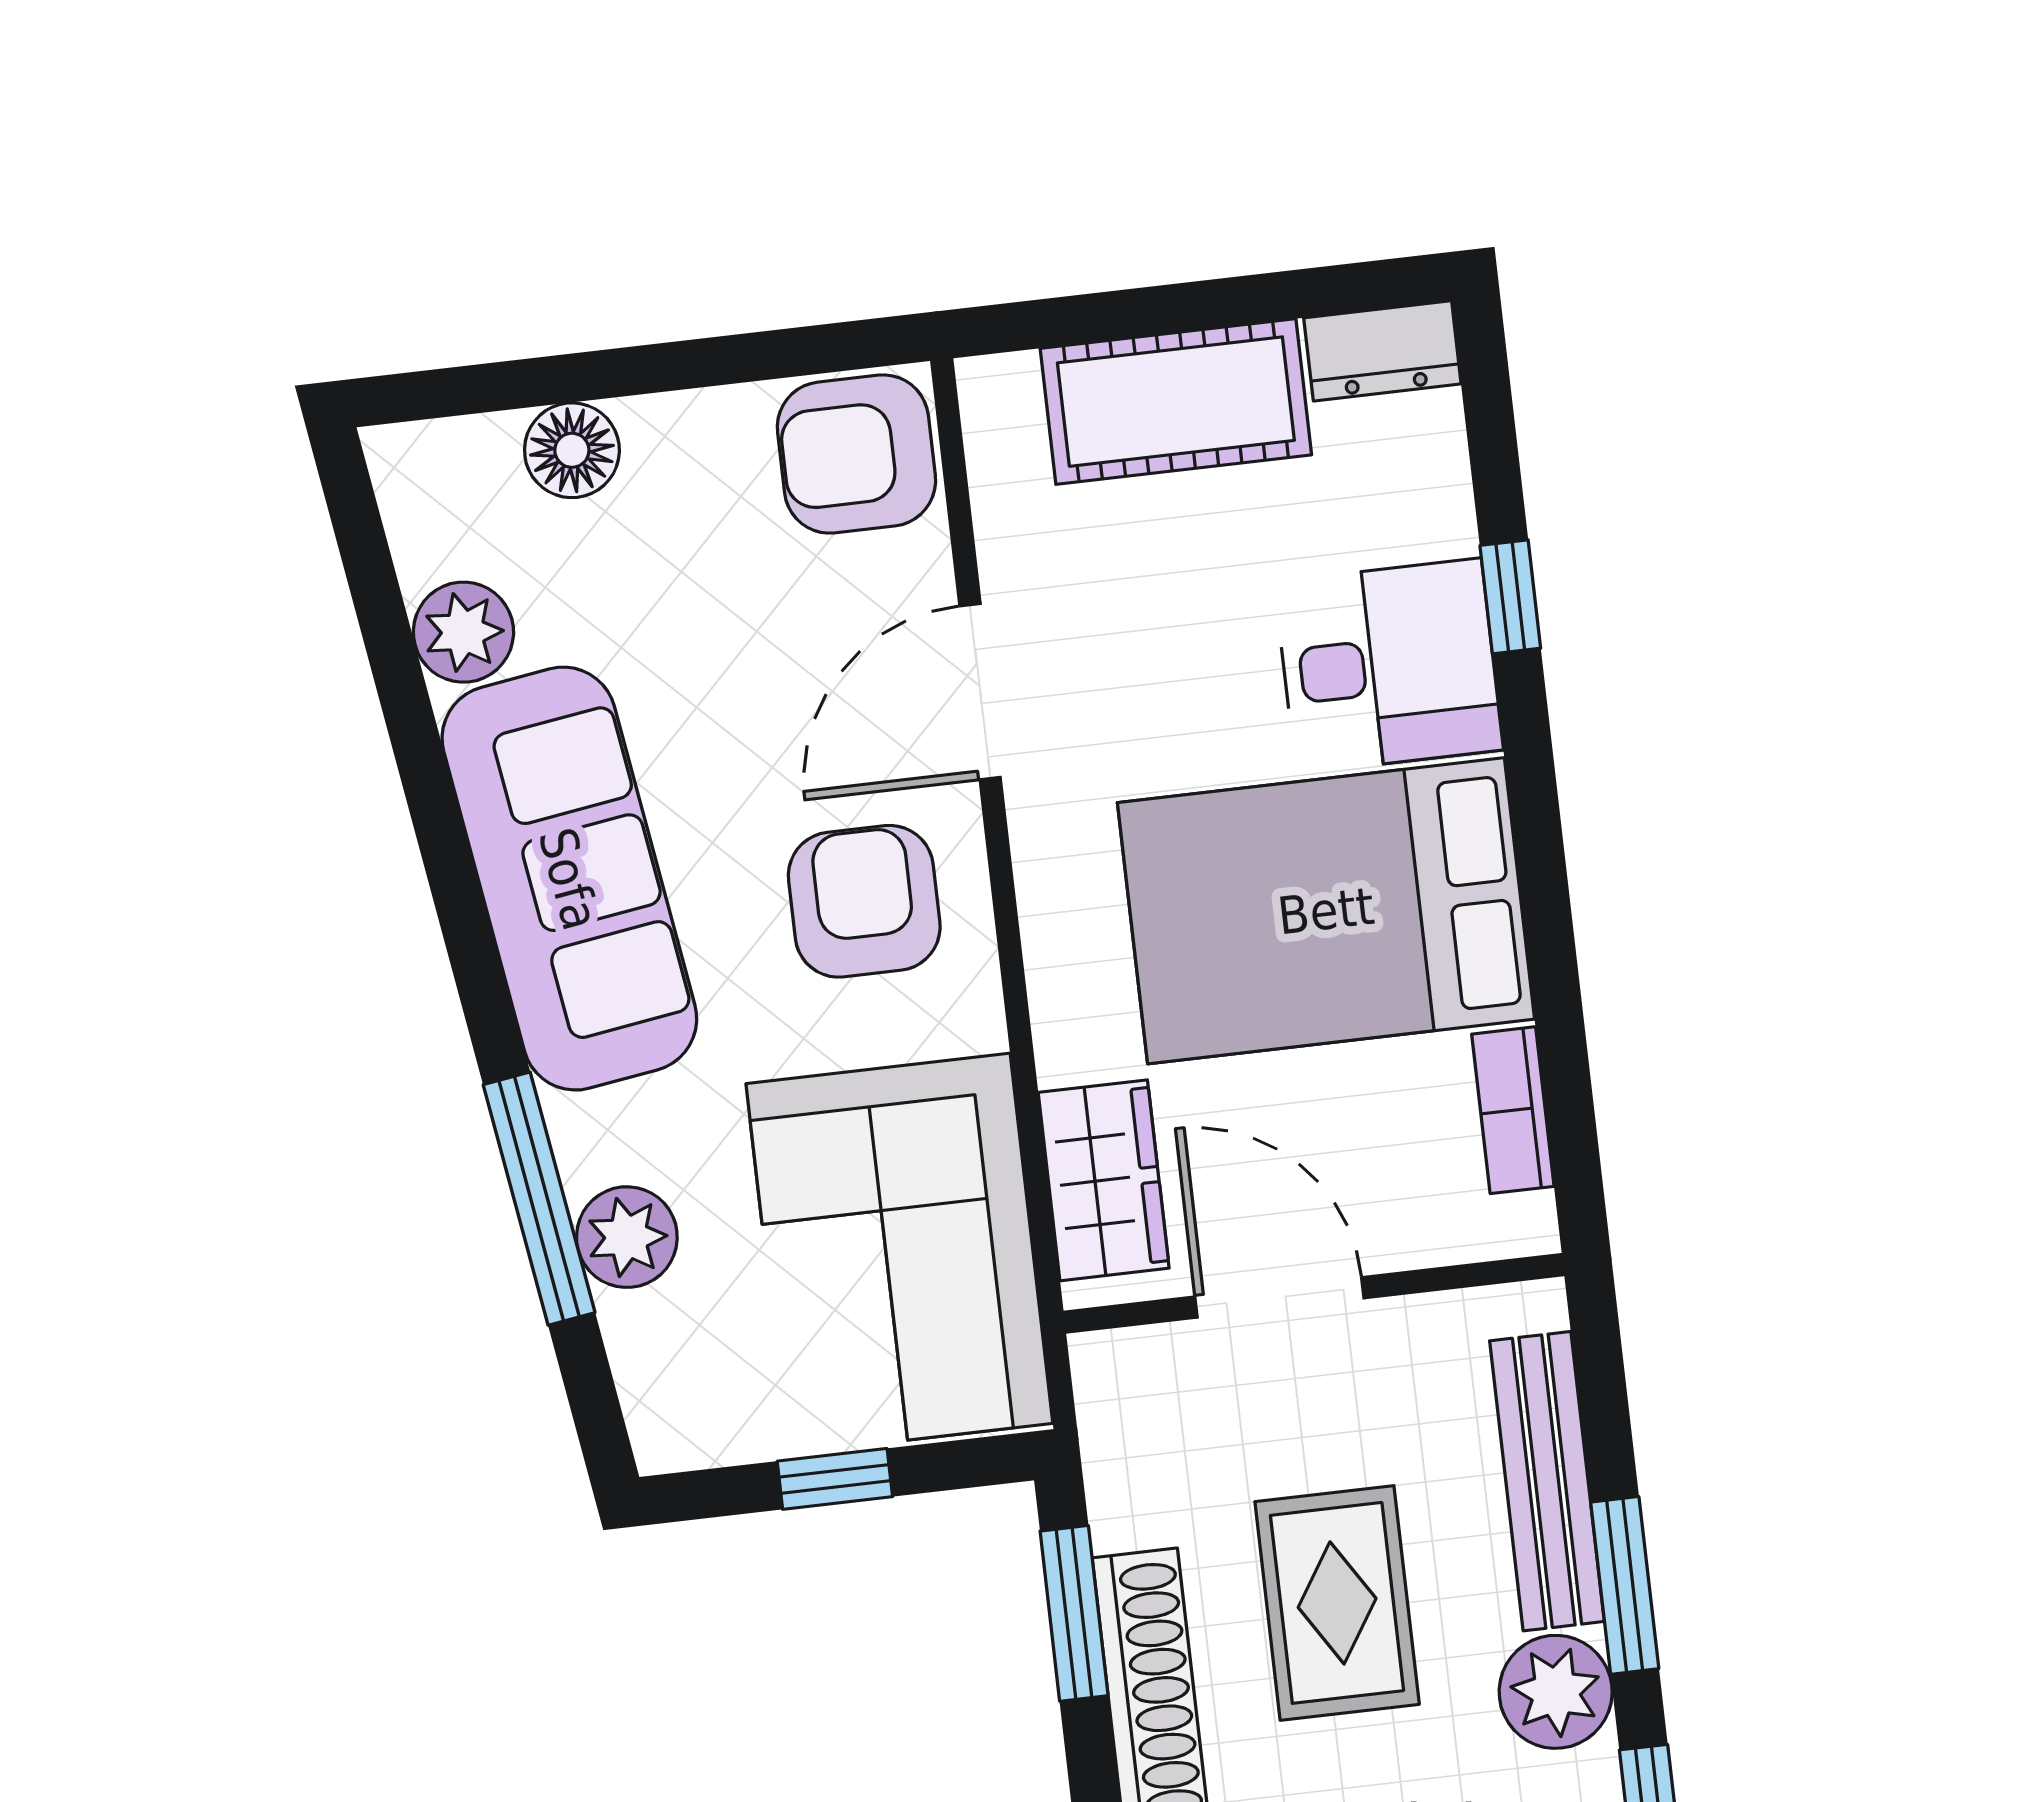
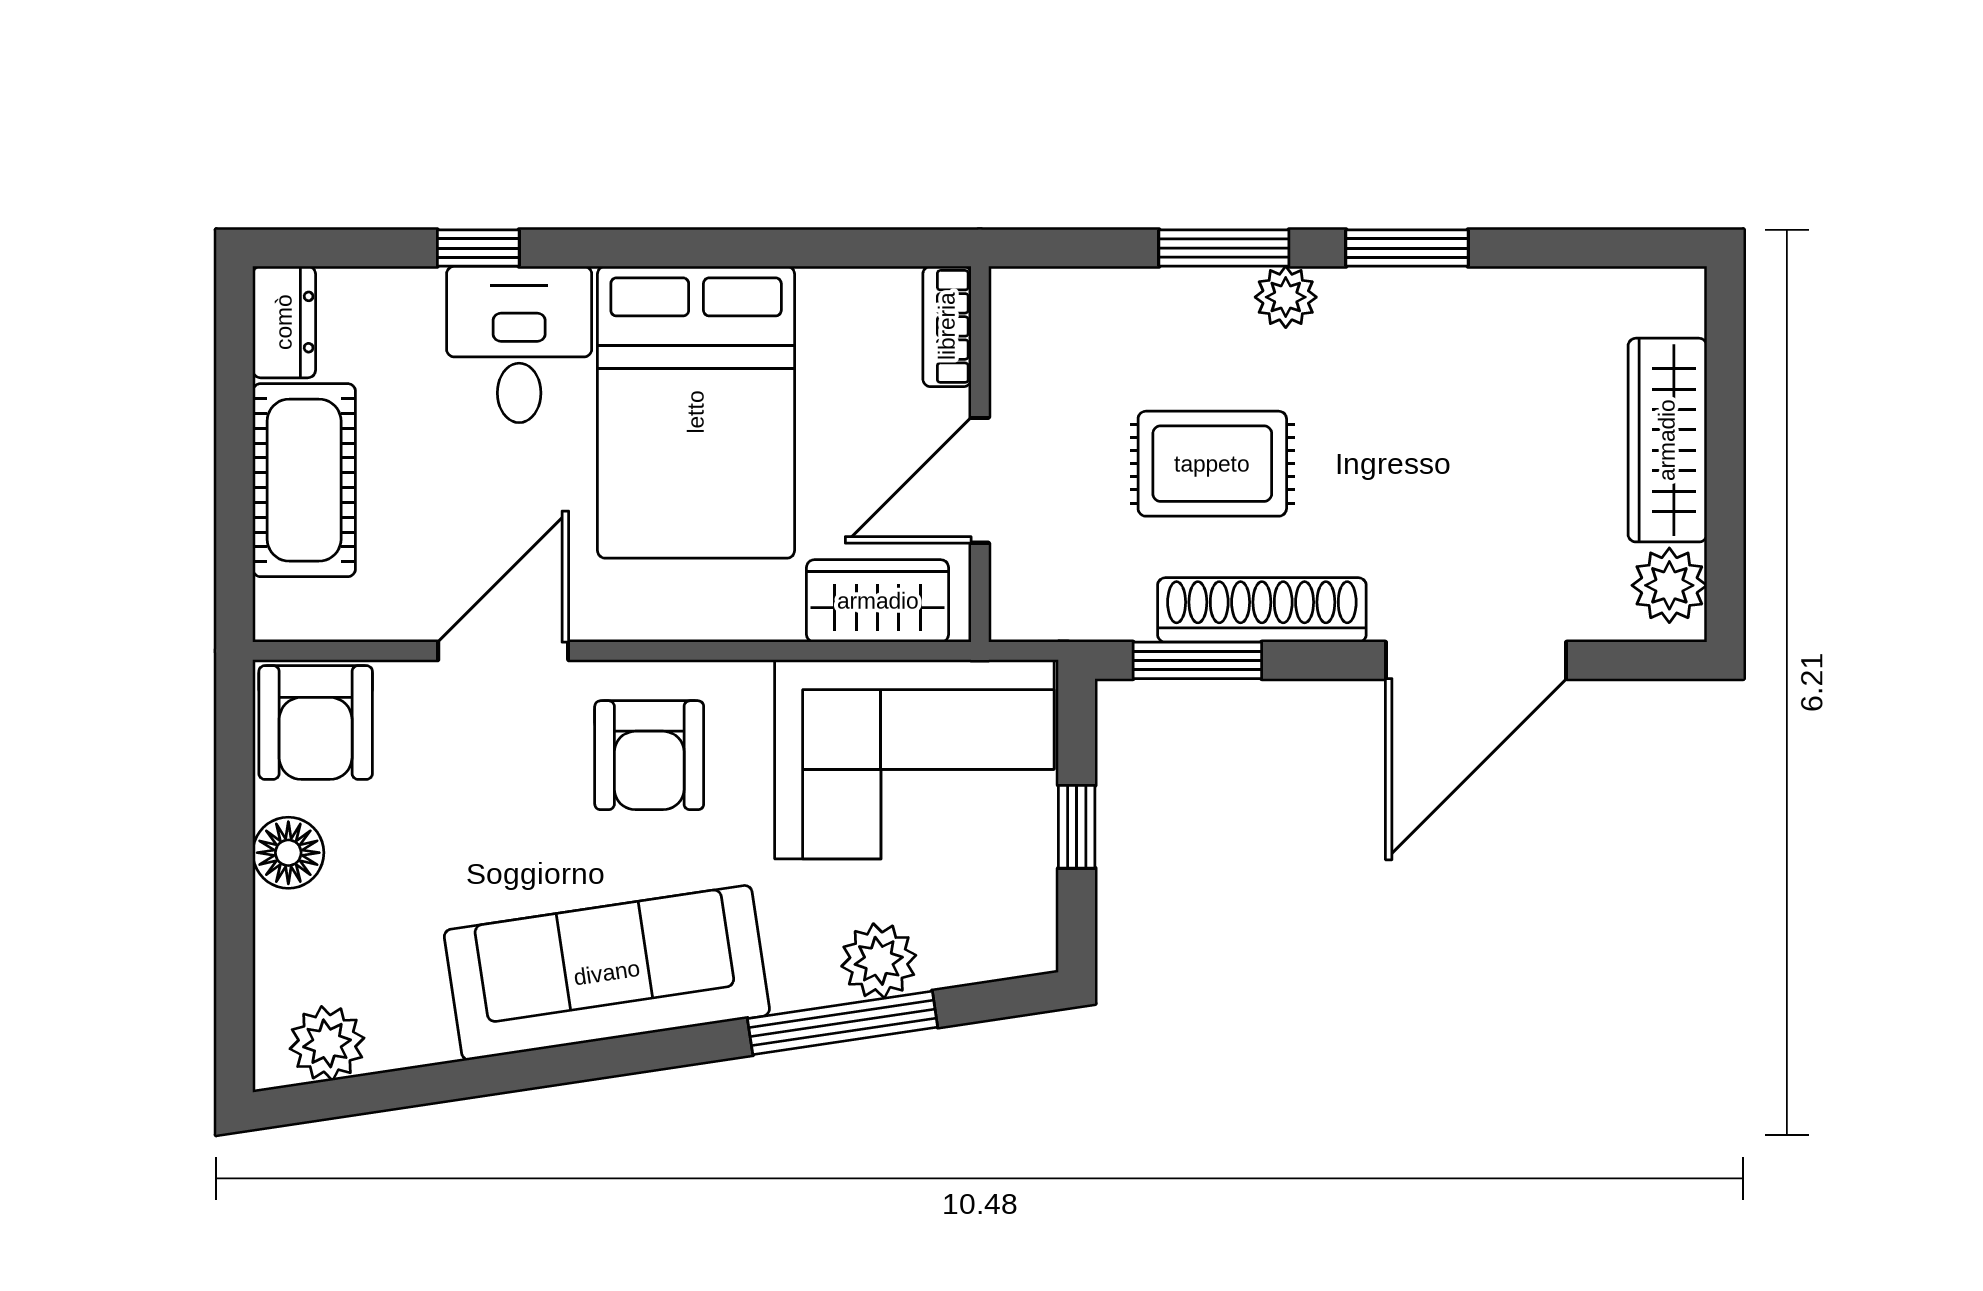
floor lamp: (572, 450) -> (288, 853), moved
plant: (463, 632) -> (327, 1043), moved
door: (980, 692) -> (503, 651), swing flipped
armchair: (864, 901) -> (649, 755), turned -90
bookcase: (1513, 1110) -> (947, 326), moved, turned 90
bench: (1547, 1481) -> (1140, 297), removed
plant: (1556, 1692) -> (1286, 297), width x0.73, depth x0.73

